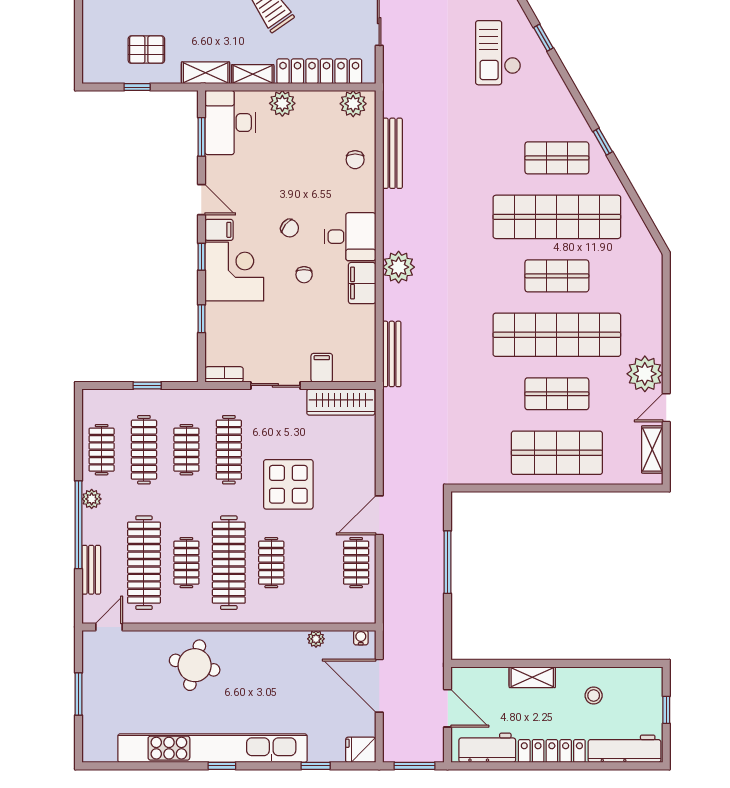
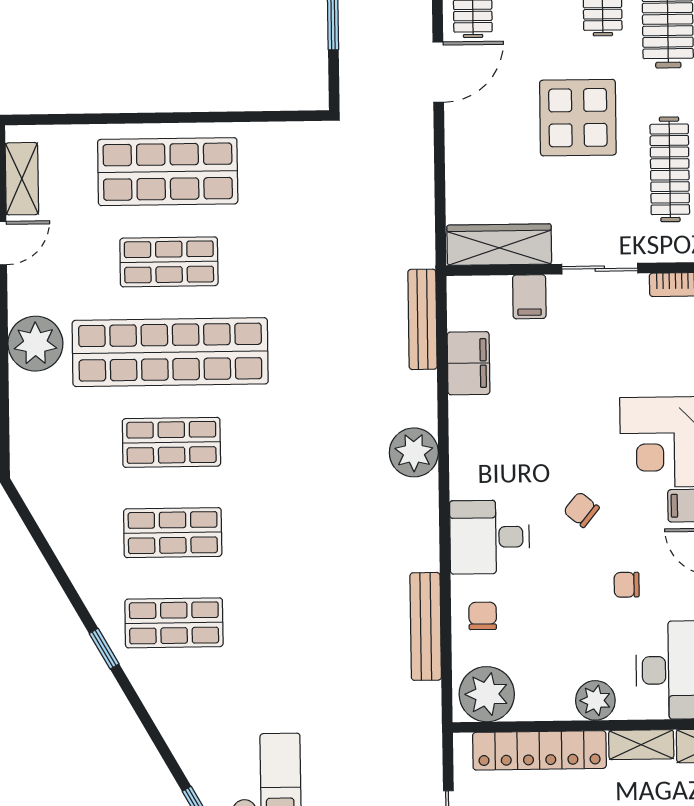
plant: (353, 104) -> (487, 694), width x1.36, depth x1.36
shop shelf: (557, 217) -> (173, 533), width x0.50, depth x0.74
desk: (350, 237) -> (490, 537), moved
chair: (304, 275) -> (627, 585), moved, turned -90
filing cabinet: (362, 283) -> (469, 363), moved
plant: (645, 374) -> (35, 344), moved

